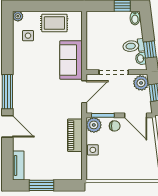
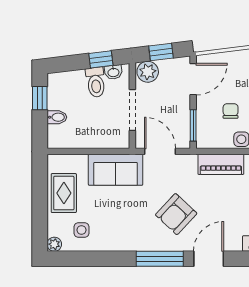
bidet: (135, 18) -> (57, 117), moved
armchair: (39, 103) -> (176, 214), added
plant: (94, 125) -> (206, 138), removed
chair: (115, 126) -> (231, 111), moved

